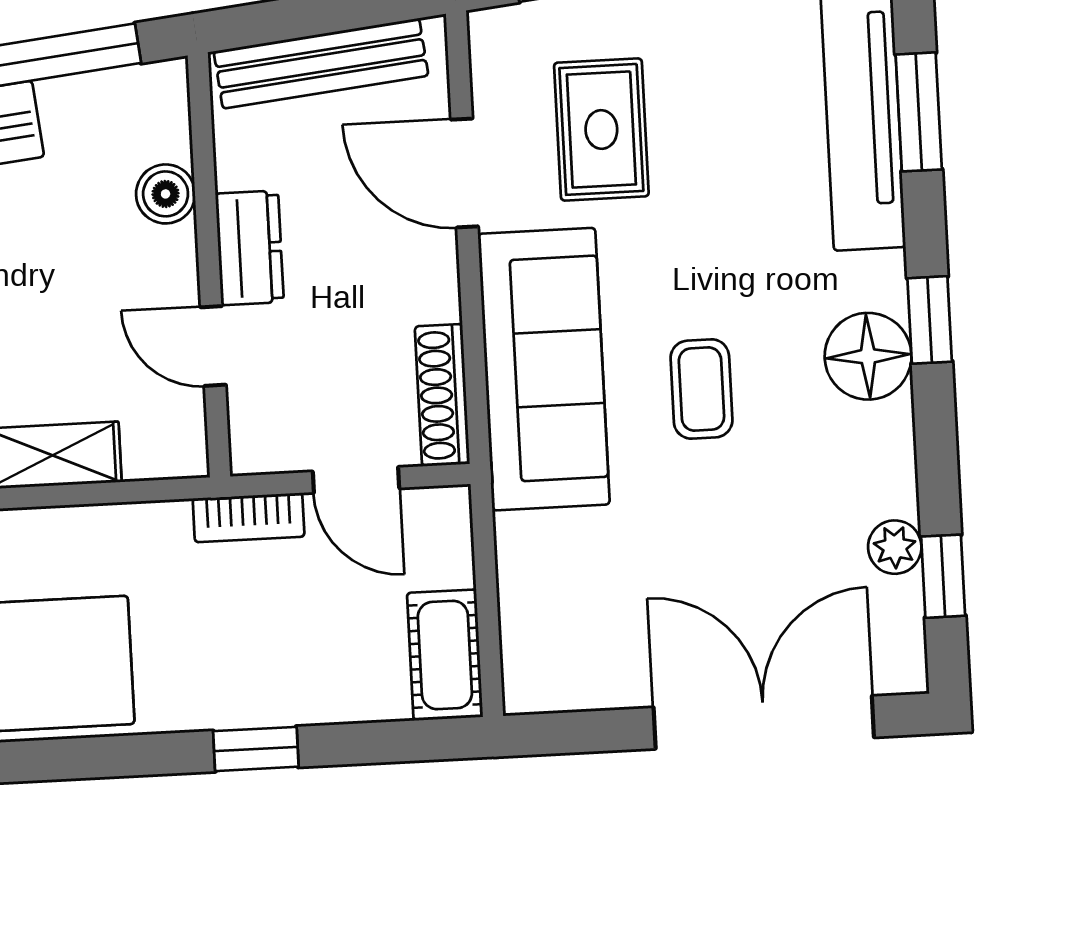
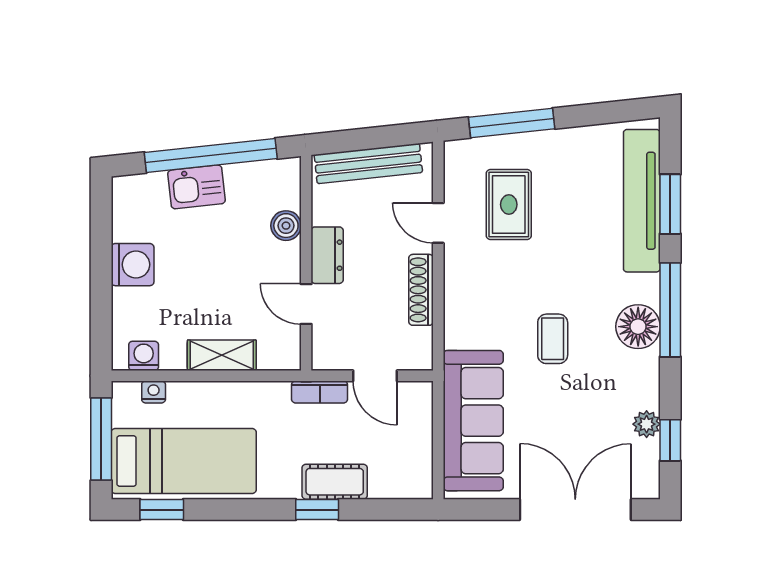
door: (465, 173) -> (438, 223), width x0.73
window: (930, 320) -> (670, 310), width x2.17
sofa: (544, 369) -> (473, 421), moved
shoe rack: (442, 395) -> (421, 290), moved
cot: (445, 655) -> (335, 482), moved, turned 90

